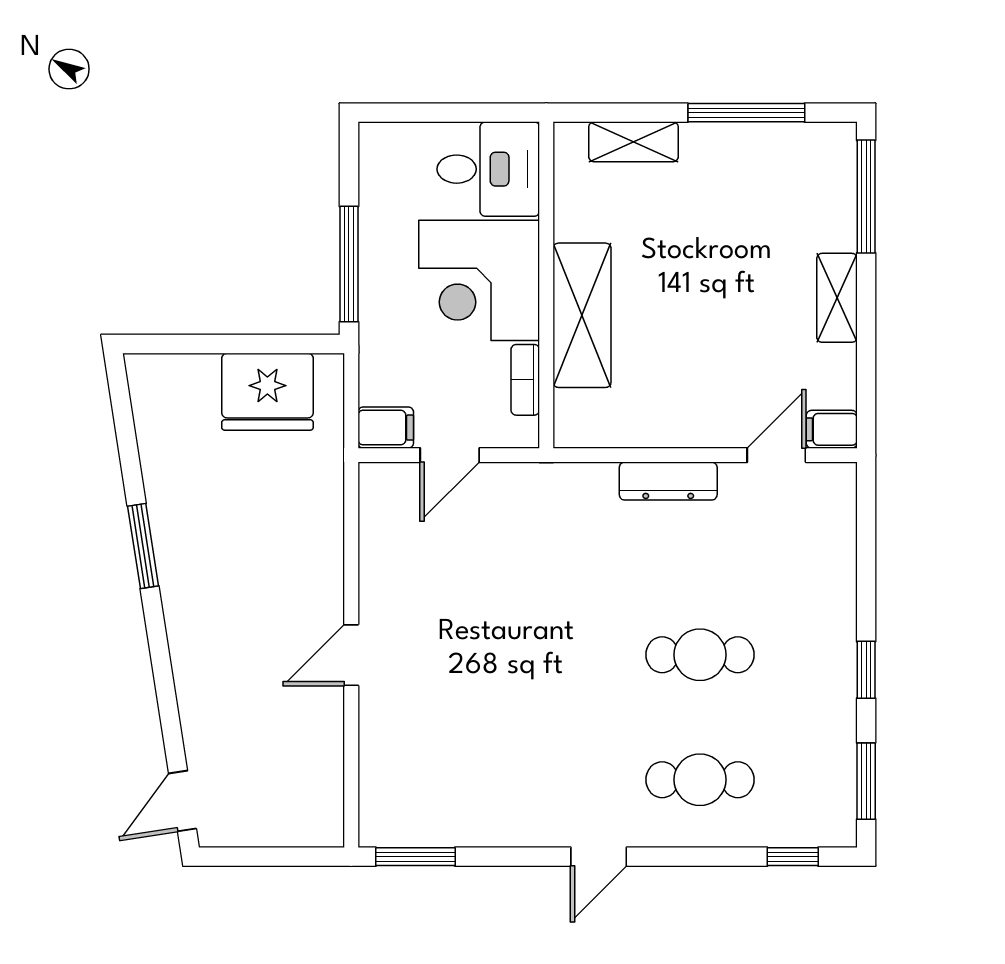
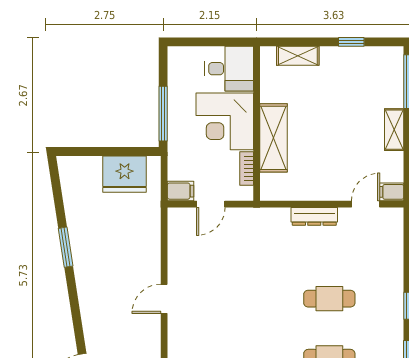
window: (746, 113) -> (351, 42), width x0.46

